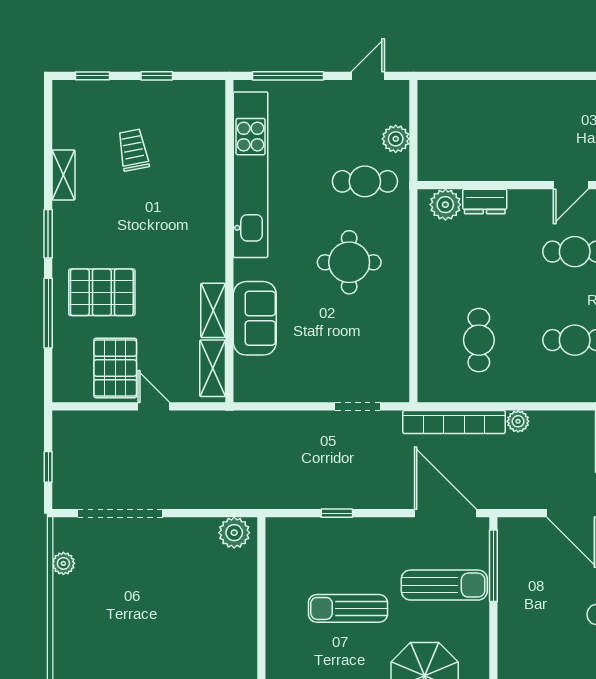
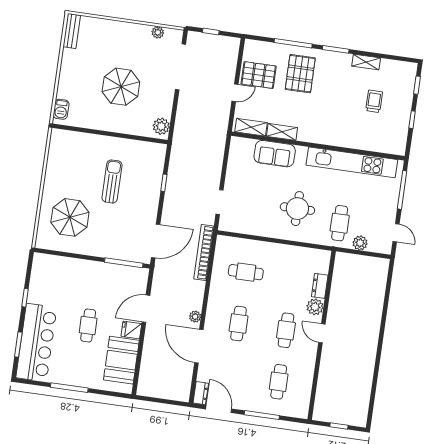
trolley: (133, 150) -> (374, 101), turned -79
plant: (445, 205) -> (315, 307), moved
plant: (518, 421) -> (195, 317), moved
sun lounger: (444, 585) -> (117, 235), removed
parasol: (172, 617) -> (121, 87), added

